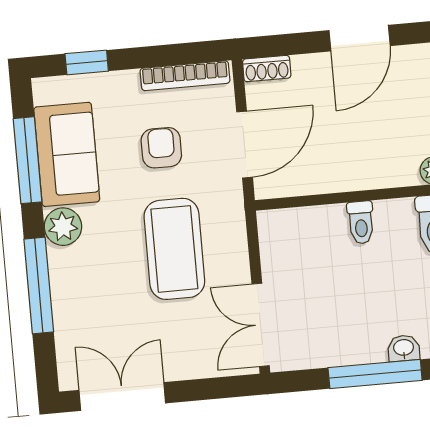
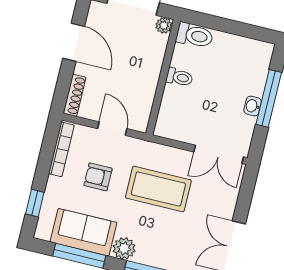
shoe rack: (267, 69) -> (75, 95), width x1.43
door: (245, 145) -> (112, 129), width x0.73
washbasin: (404, 348) -> (253, 106), moved

